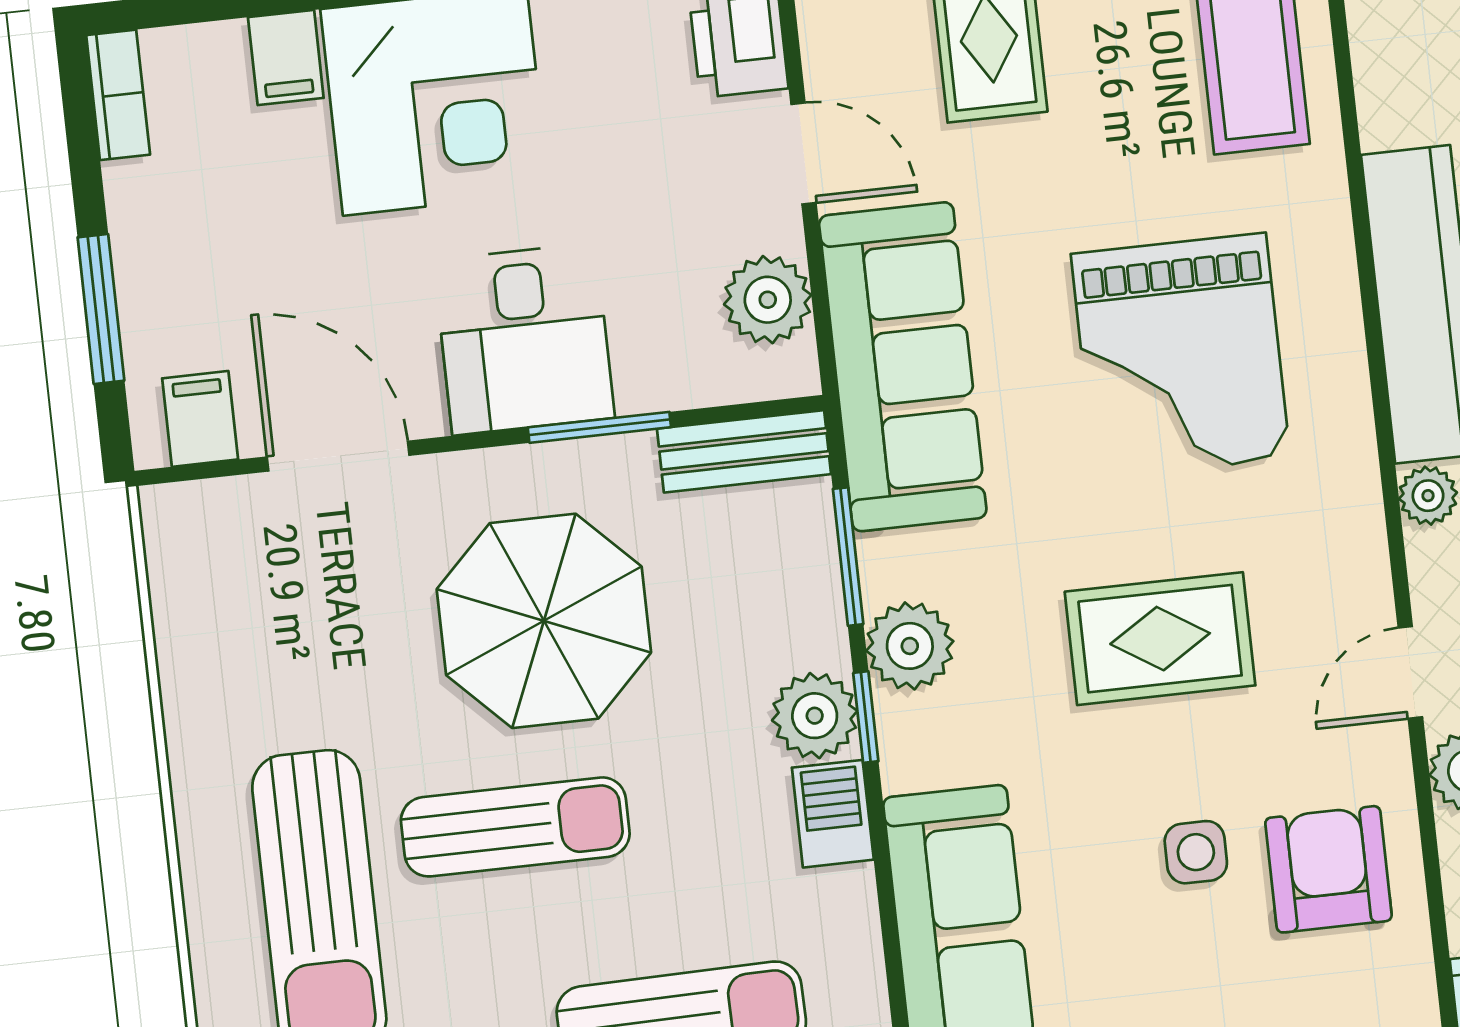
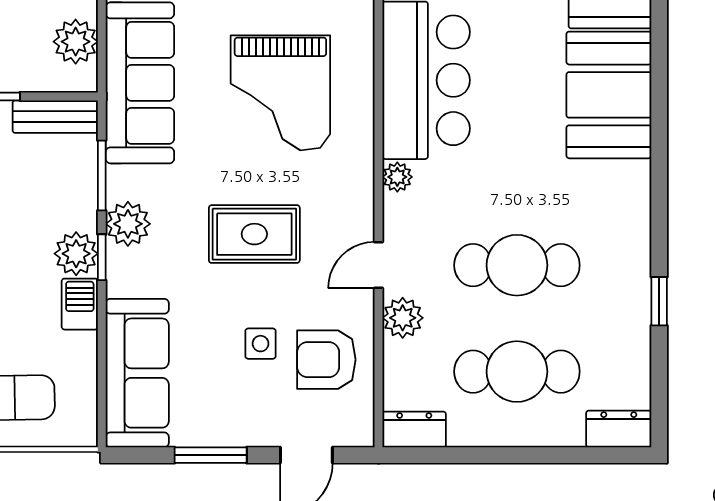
armchair: (1328, 869) -> (326, 360), turned -90

